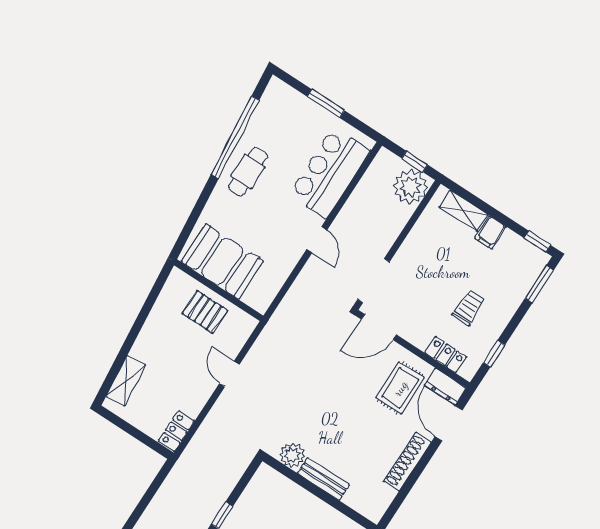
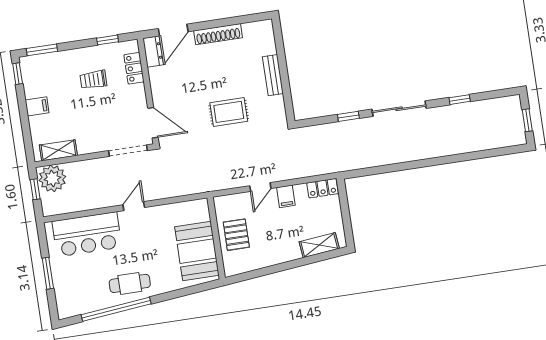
shelving: (464, 211) -> (58, 150), moved, turned 90
rug: (400, 388) -> (229, 112), moved
filing cabinet: (199, 390) -> (286, 196), added
plant: (292, 455) -> (275, 106), removed

